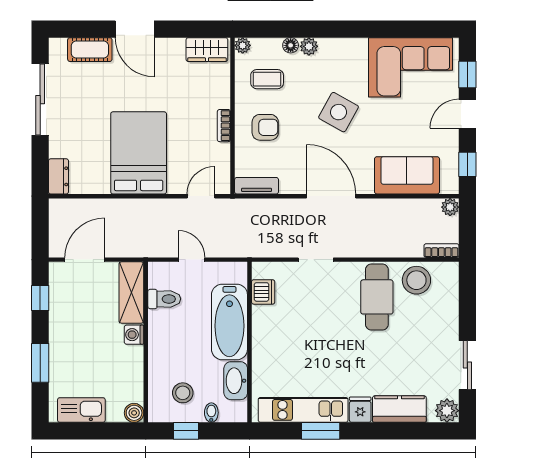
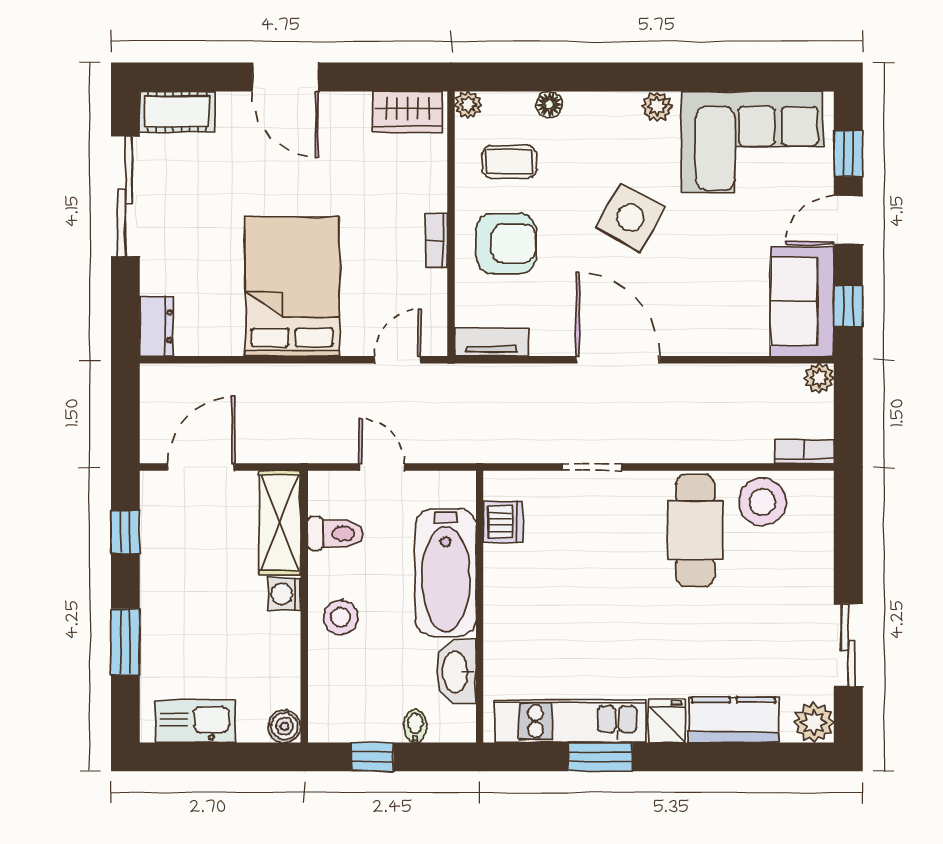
plant: (309, 46) -> (657, 106), moved
cot: (90, 50) -> (177, 112), moved
armchair: (265, 127) -> (506, 243), width x1.38, depth x1.38
sofa: (407, 175) -> (802, 301), moved, turned -90
stool: (183, 393) -> (341, 617), moved

